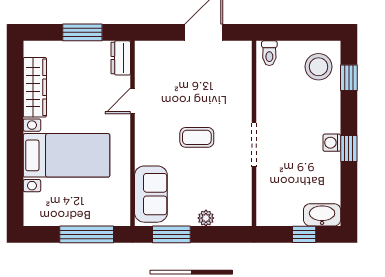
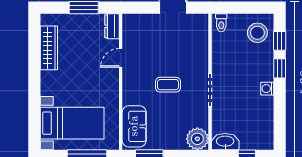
window: (349, 148) -> (280, 68), moved
bed with nightstands: (66, 155) -> (72, 123), moved
washbasin: (322, 215) -> (225, 142), moved
plant: (206, 218) -> (197, 139), moved, width x1.88, depth x1.88

